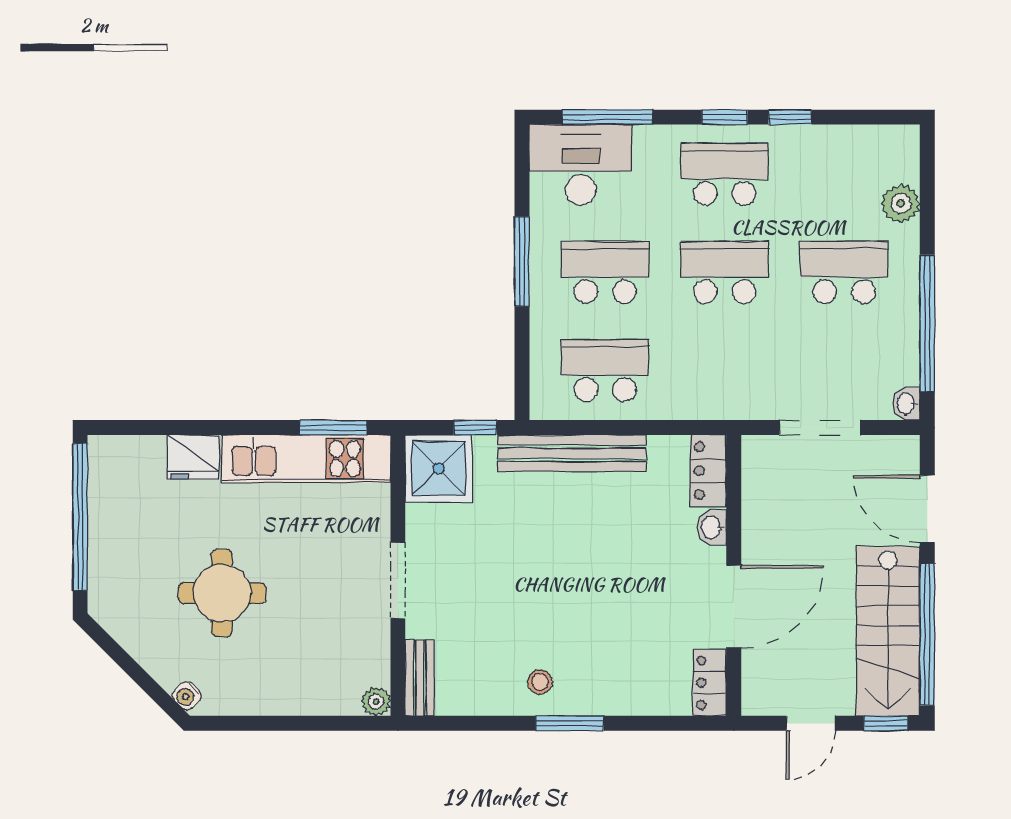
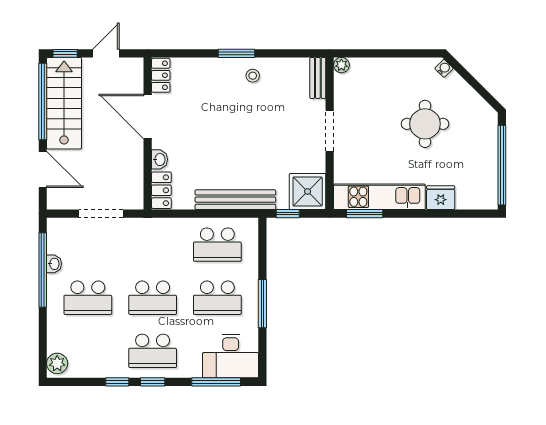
plant: (901, 203) -> (57, 363), moved
washbasin: (906, 404) -> (54, 264), moved
door: (734, 607) -> (148, 117), hinge flipped

